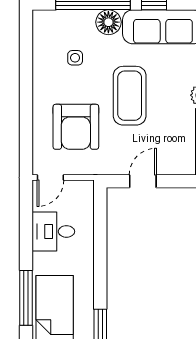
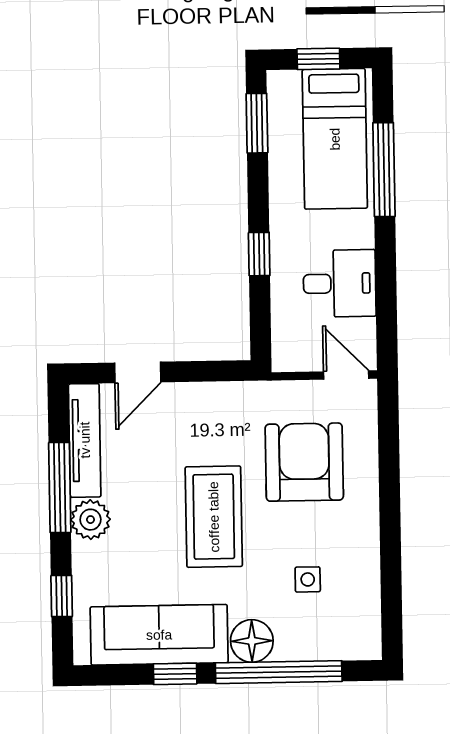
door: (50, 178) -> (346, 375), hinge flipped
door: (143, 181) -> (138, 372), moved
window: (100, 250) -> (259, 254), added

